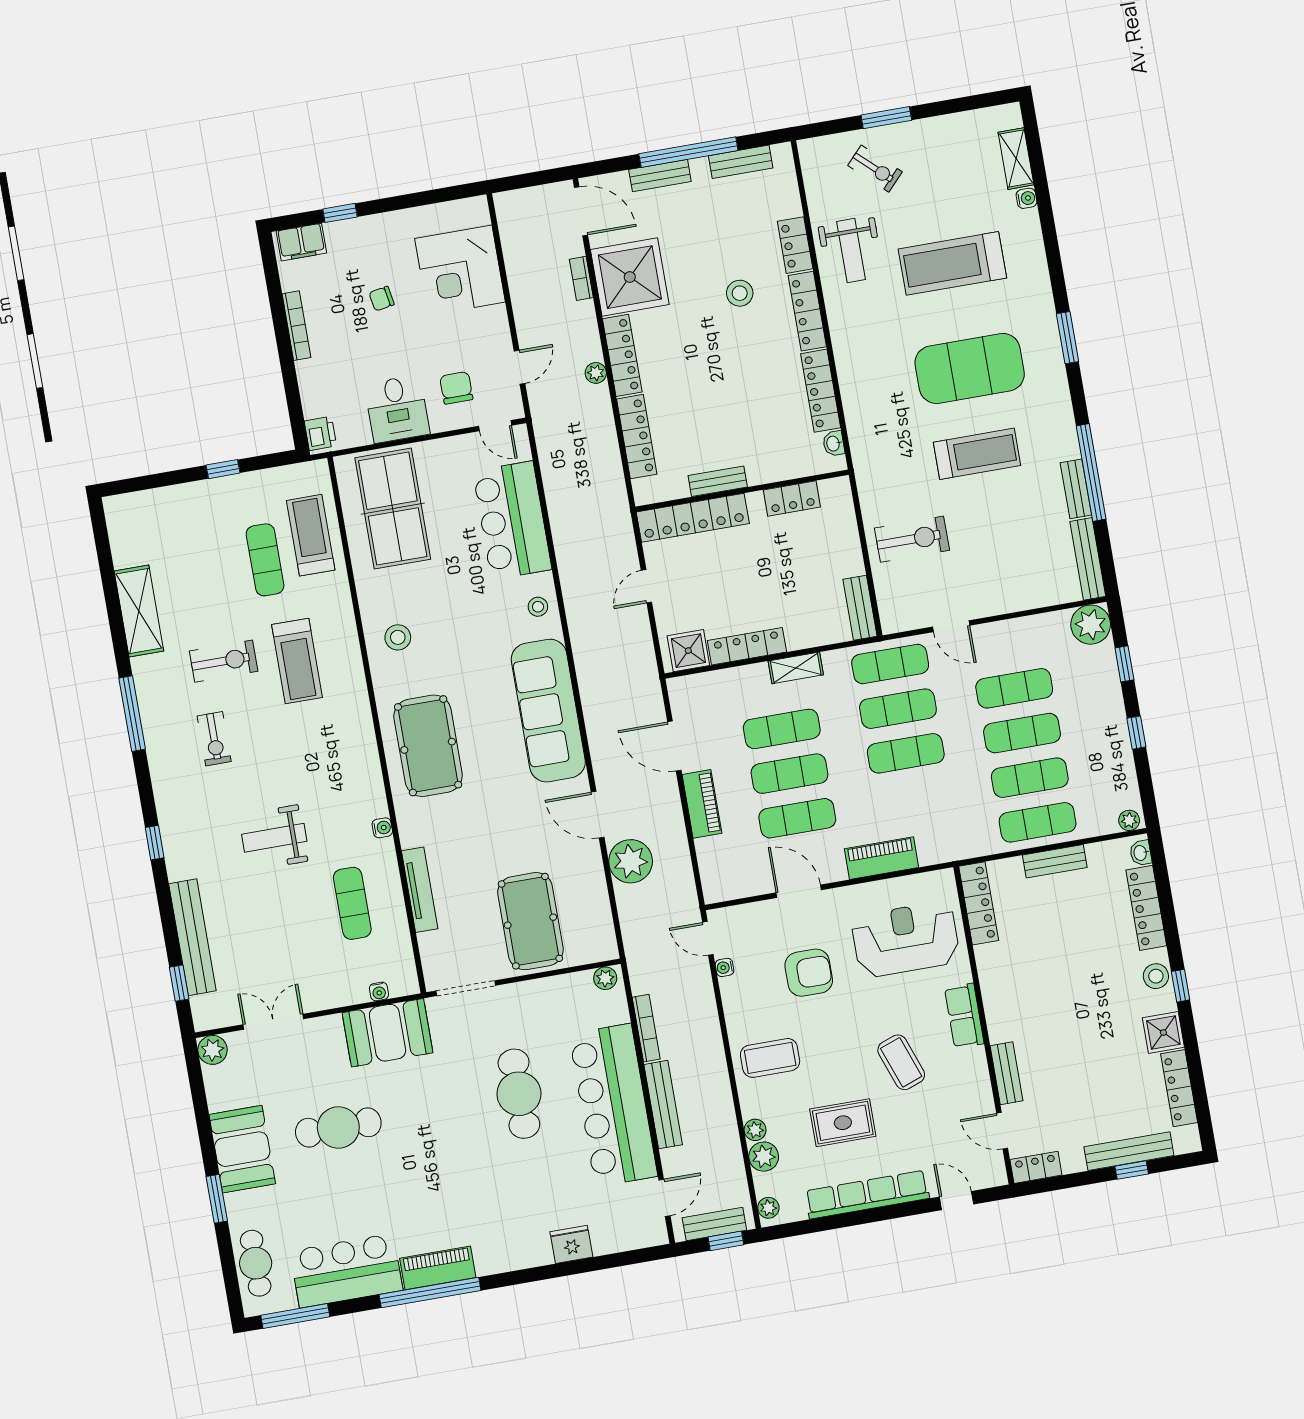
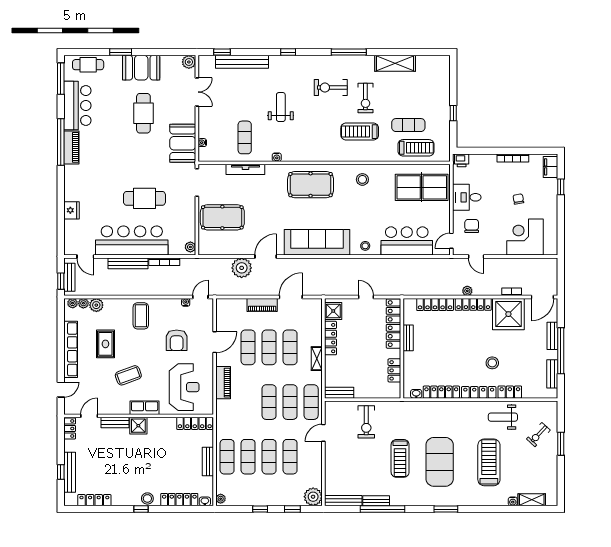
chair: (456, 388) -> (472, 226), turned -90
exercise bike: (214, 739) -> (331, 88), width x1.38, depth x1.39
exercise mat: (352, 903) -> (245, 137), turned 90
shower: (1163, 1033) -> (138, 426), moved
plant: (755, 1130) -> (83, 303), moved

